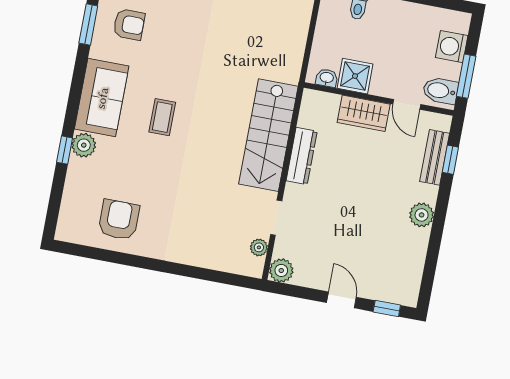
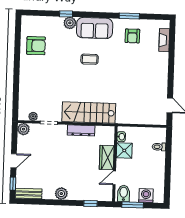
bench: (435, 157) -> (29, 194), moved

